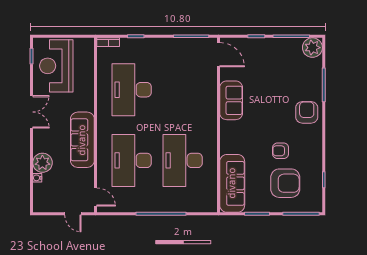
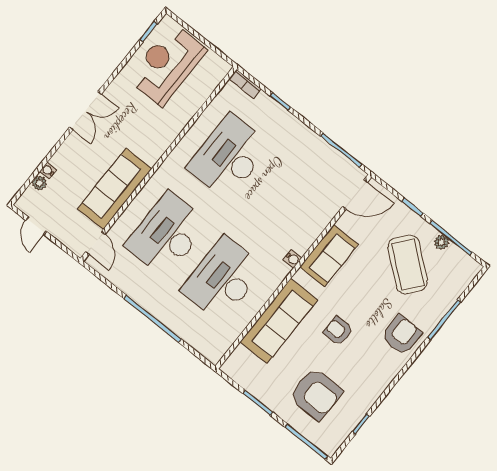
plant: (312, 48) -> (442, 242), moved, width x0.53, depth x0.53
door: (218, 55) -> (355, 194), hinge flipped
coffee table: (279, 70) -> (408, 264), added
double door: (31, 112) -> (85, 111), moved
water cooler: (212, 118) -> (293, 259), added
sofa: (82, 140) -> (115, 189), moved
armchair: (281, 151) -> (338, 331), moved
plant: (42, 163) -> (39, 183), moved, width x0.53, depth x0.53
sofa: (232, 183) -> (279, 321), moved
door: (73, 214) -> (36, 226), moved

